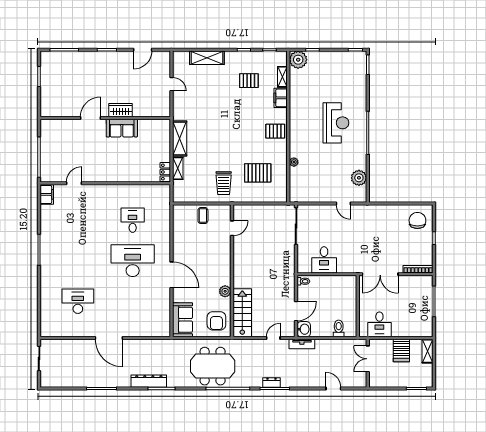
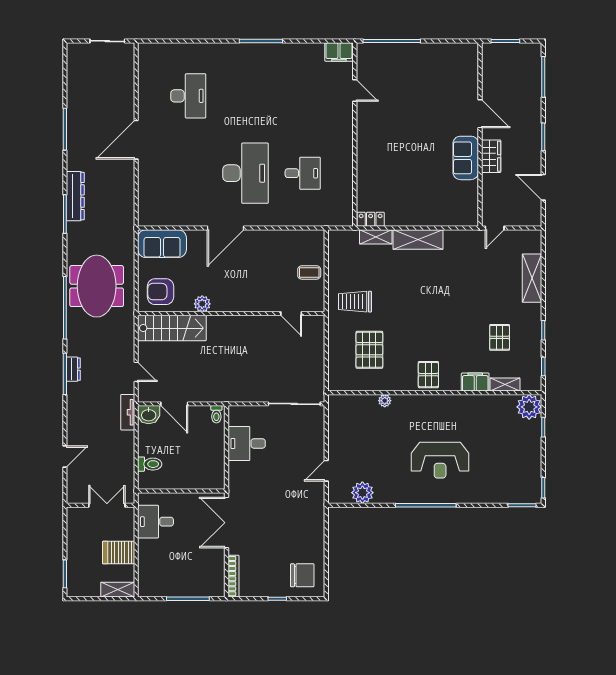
wardrobe: (121, 110) -> (491, 156), moved
door: (90, 118) -> (480, 114), moved
wall: (105, 118) -> (480, 135), moved
sofa: (122, 128) -> (466, 158), moved

